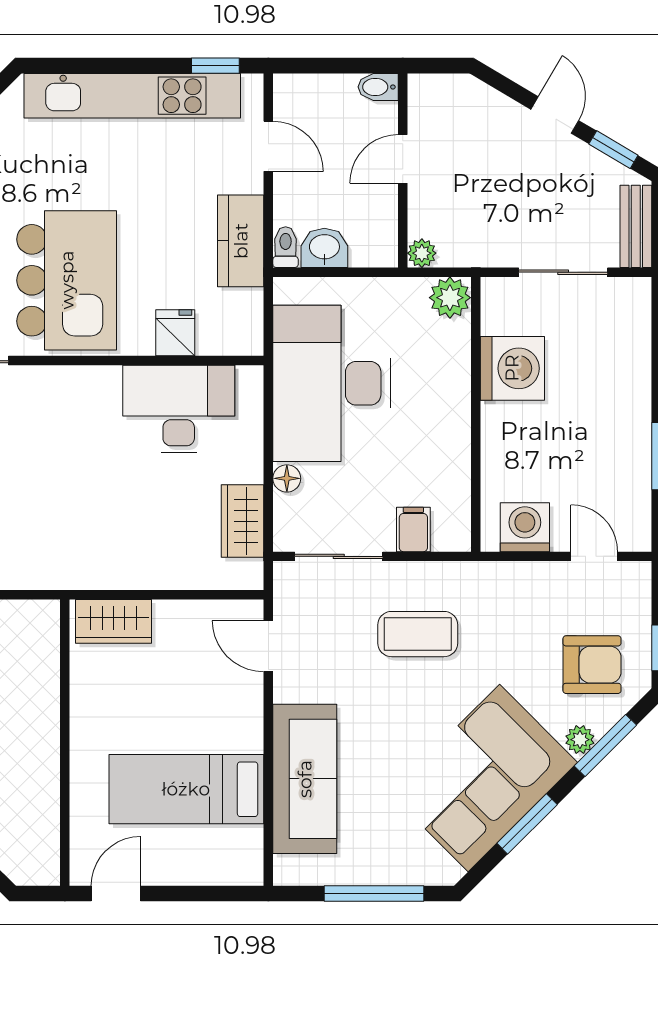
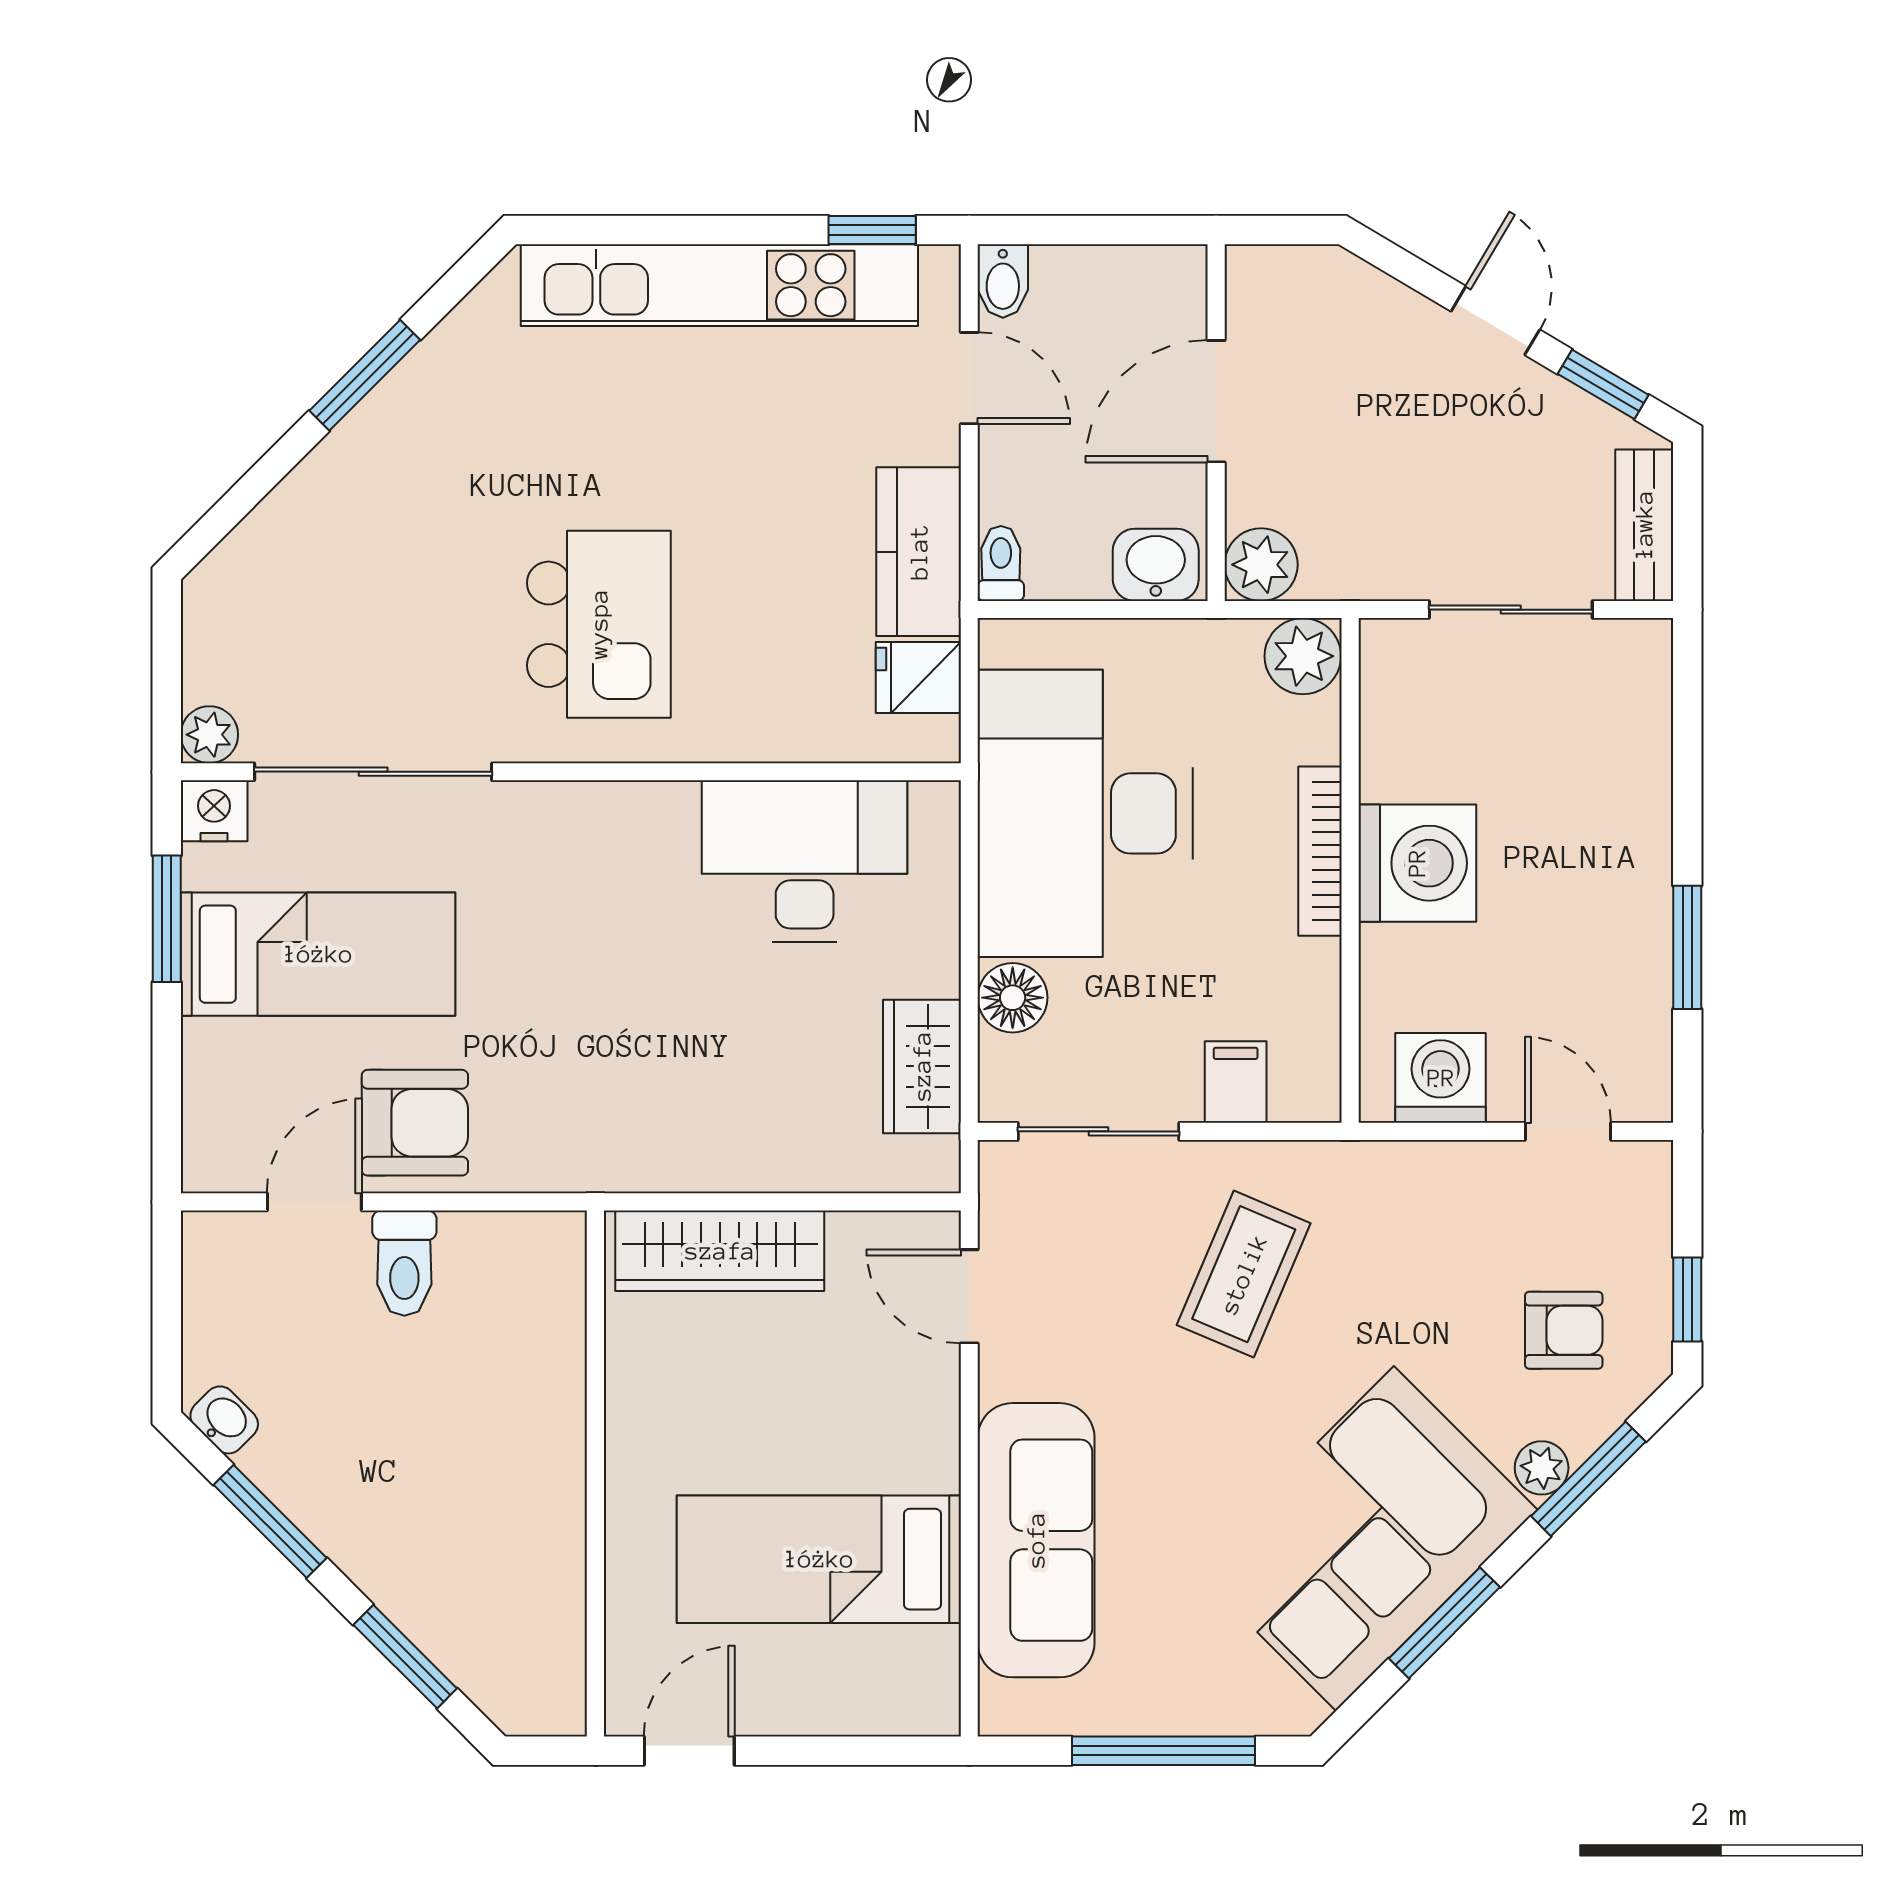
bidet: (378, 87) -> (1003, 281), moved, turned -90
door: (403, 159) -> (1216, 401), width x1.38
washbasin: (324, 248) -> (1156, 565), moved
plant: (422, 253) -> (1261, 565), width x1.38, depth x1.38
kitchen island: (67, 280) -> (599, 624), width x0.73, depth x0.78
fridge: (175, 333) -> (918, 677), moved, turned -90
washing machine: (512, 368) -> (1417, 863), moved
bookcase: (459, 404) -> (1320, 851), added
floor lamp: (287, 478) -> (1013, 998), width x1.37, depth x1.37
wardrobe: (114, 621) -> (720, 1251), width x1.50
coffee table: (418, 634) -> (1244, 1274), turned -67
armchair: (592, 665) -> (1564, 1330), width x0.72, depth x0.72

